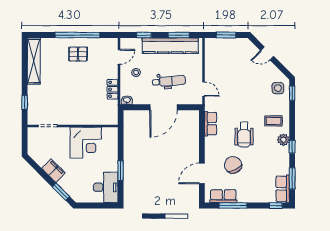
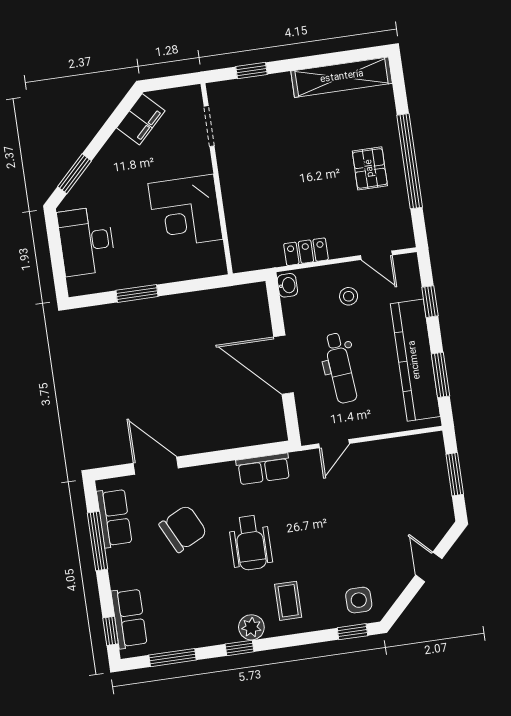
wheelchair: (244, 135) -> (250, 543), turned -90
filing cabinet: (53, 171) -> (141, 119), moved
desk: (106, 187) -> (86, 241), moved, turned 90
row of seats: (283, 189) -> (129, 618), moved, turned 90

